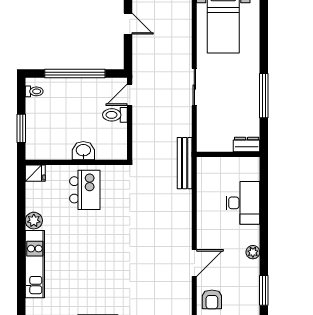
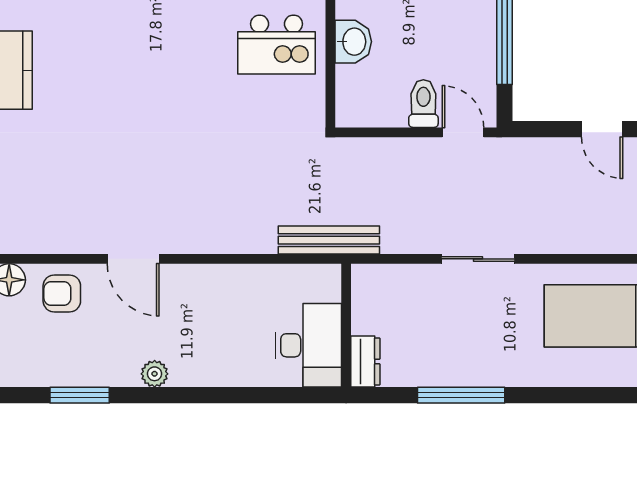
door: (128, 24) -> (602, 129), hinge flipped
desk: (243, 203) -> (308, 345), moved, turned -90

